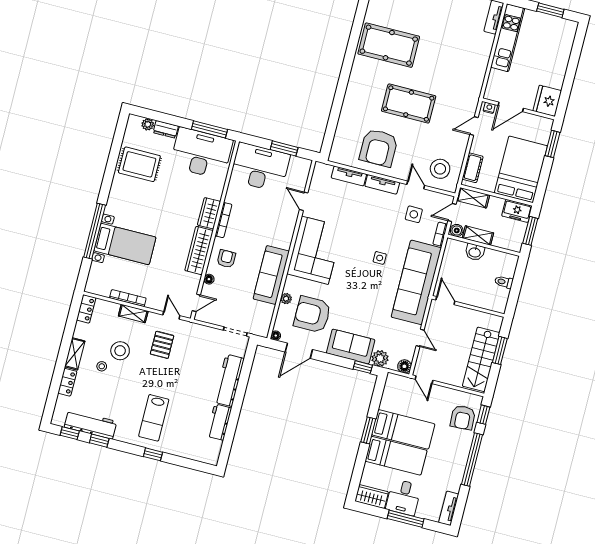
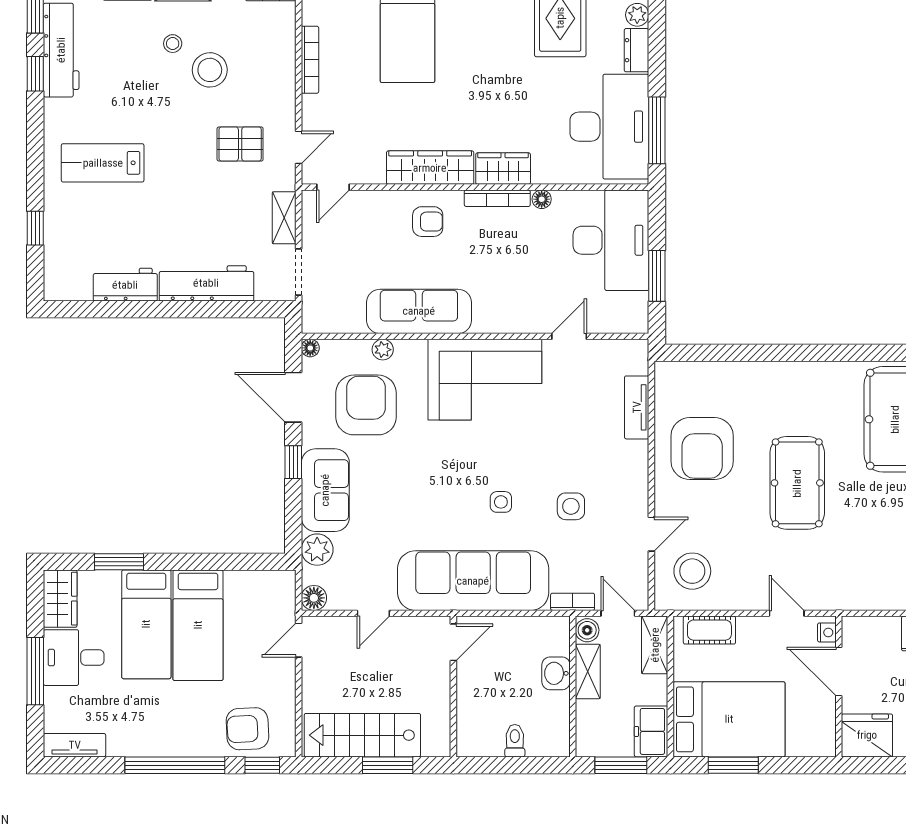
window: (552, 144) -> (733, 765), moved
armchair: (379, 148) -> (702, 449), turned -90
tv unit: (382, 184) -> (637, 472), removed
side table: (414, 214) -> (571, 506), moved
floor lamp: (209, 279) -> (542, 199), moved
door: (196, 303) -> (333, 187), hinge flipped
shelving: (133, 313) -> (284, 218), moved
window: (363, 367) -> (293, 462), moved
window: (368, 430) -> (119, 562), moved
window: (153, 454) -> (35, 228), moved

